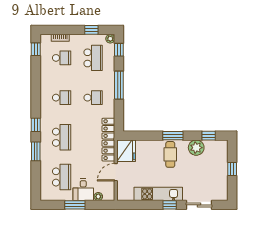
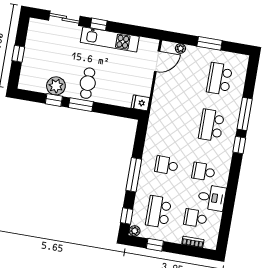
window: (36, 49) -> (224, 233), removed
window: (209, 136) -> (54, 100), moved
locker: (108, 140) -> (157, 113), removed
window: (36, 151) -> (245, 114), width x1.44
fridge: (126, 151) -> (140, 103), width x0.53, depth x0.75
door: (116, 172) -> (157, 61), moved
desk: (83, 190) -> (212, 198), moved, turned 90

